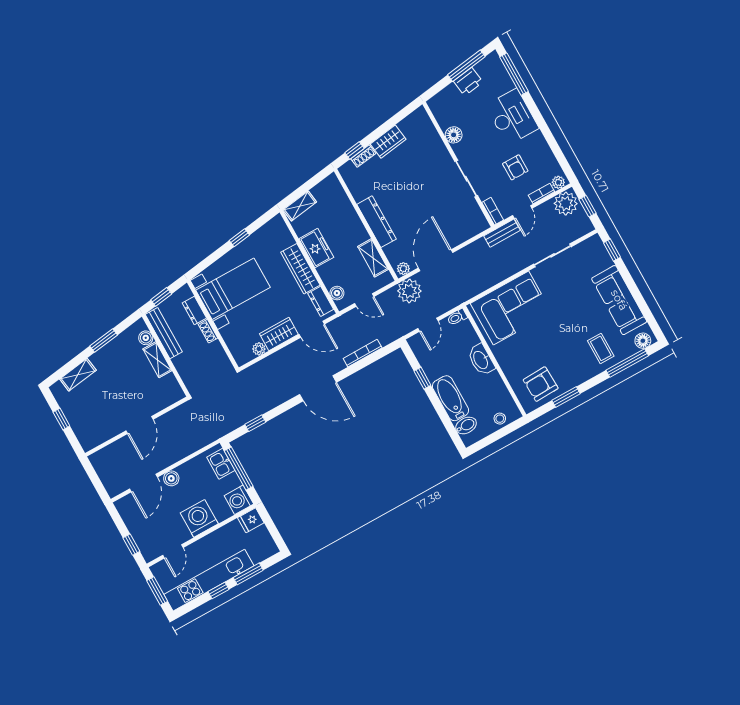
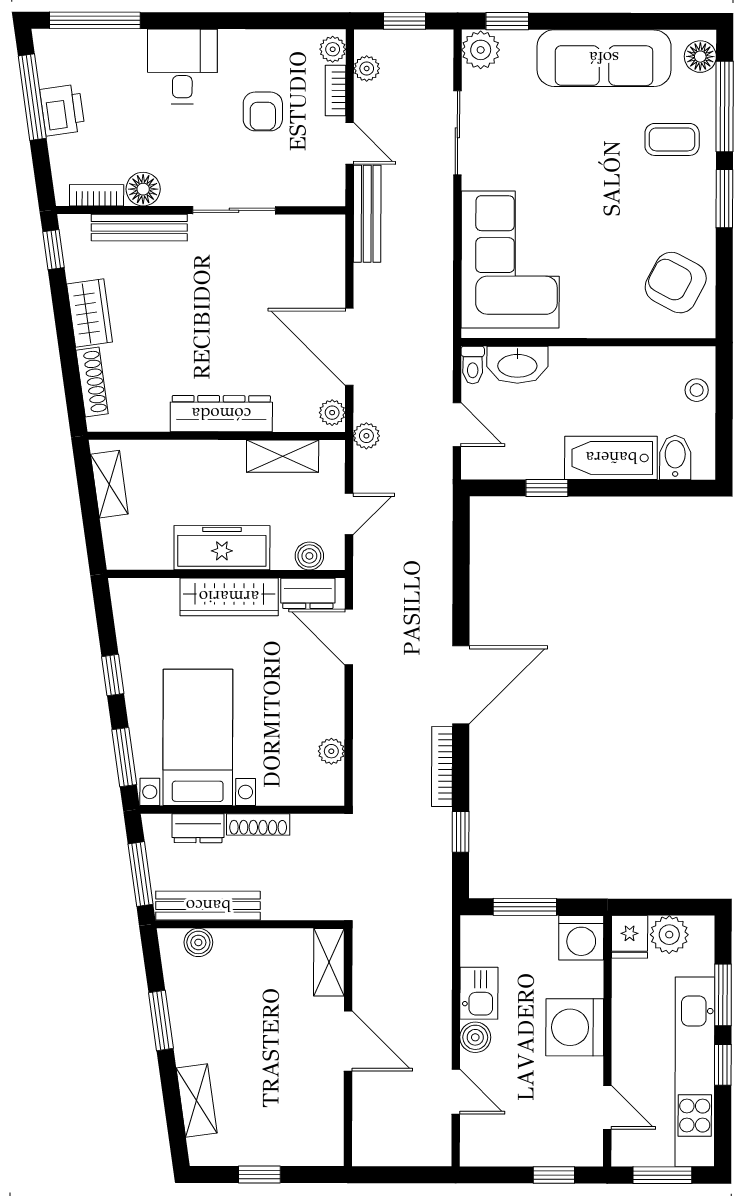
desk: (512, 117) -> (182, 66), width x0.73
bench: (436, 142) -> (139, 228), added
window: (355, 150) -> (53, 250), moved
shoe rack: (363, 156) -> (92, 382), width x1.43
armchair: (515, 167) -> (263, 111), turned 90
plant: (566, 204) -> (367, 68), width x0.53, depth x0.53
shelving: (300, 206) -> (109, 484), moved
bookcase: (493, 211) -> (97, 195), moved
bench: (502, 233) -> (367, 214), width x1.36
plant: (593, 246) -> (481, 50), added
freezer: (316, 248) -> (222, 548), width x1.40
window: (207, 262) -> (124, 757), added
plant: (409, 291) -> (366, 436), width x0.53, depth x0.53
window: (161, 297) -> (141, 874), width x1.50
door: (312, 329) -> (349, 637), swing flipped
shoe rack: (208, 331) -> (258, 824), width x1.43
wardrobe: (279, 334) -> (324, 701), removed
bookcase: (363, 353) -> (442, 767), moved
shelving: (157, 360) -> (329, 962), moved, turned 90
washbasin: (481, 360) -> (517, 365), moved
armchair: (541, 384) -> (676, 283), turned 120
window: (566, 397) -> (724, 199), moved
kitchen sink: (221, 464) -> (479, 993), moved, turned -90
window: (239, 468) -> (525, 907), width x0.69
door: (144, 483) -> (456, 1092), width x0.73
plant: (261, 537) -> (669, 935), added

